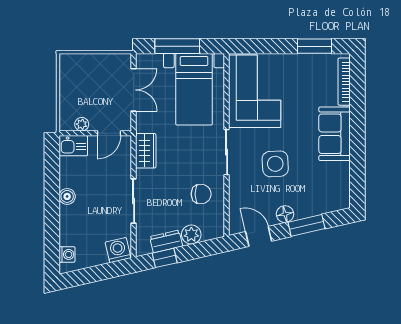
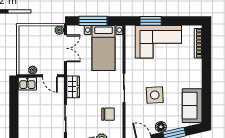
window: (315, 46) -> (151, 21), moved
plant: (124, 61) -> (59, 30), added
corner sofa: (255, 91) -> (158, 42), moved, turned 90
door: (109, 133) -> (50, 76), hinge flipped
sofa: (335, 134) -> (192, 106), moved
boiler: (67, 196) -> (24, 116), removed

